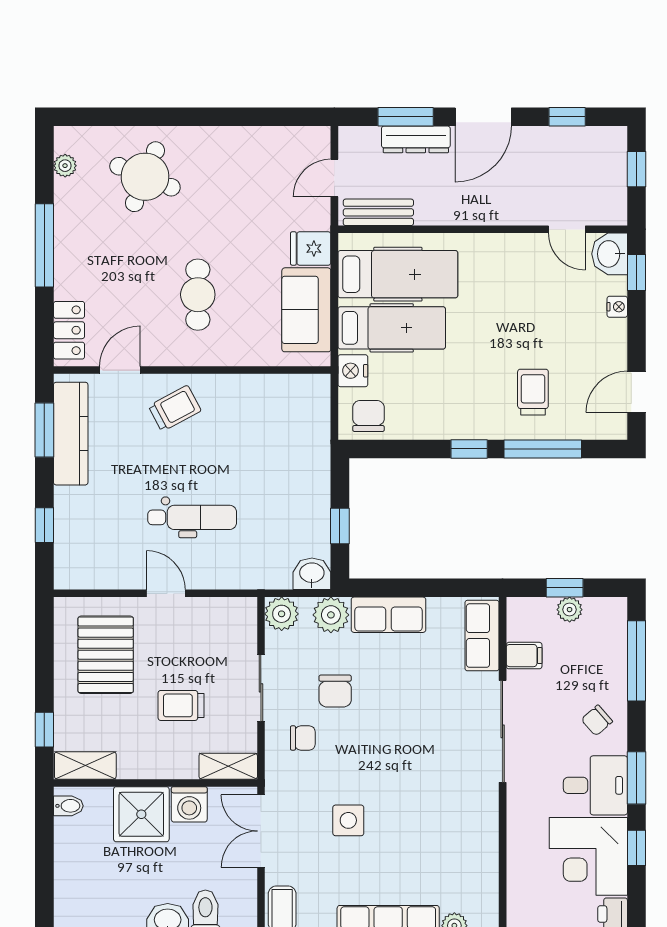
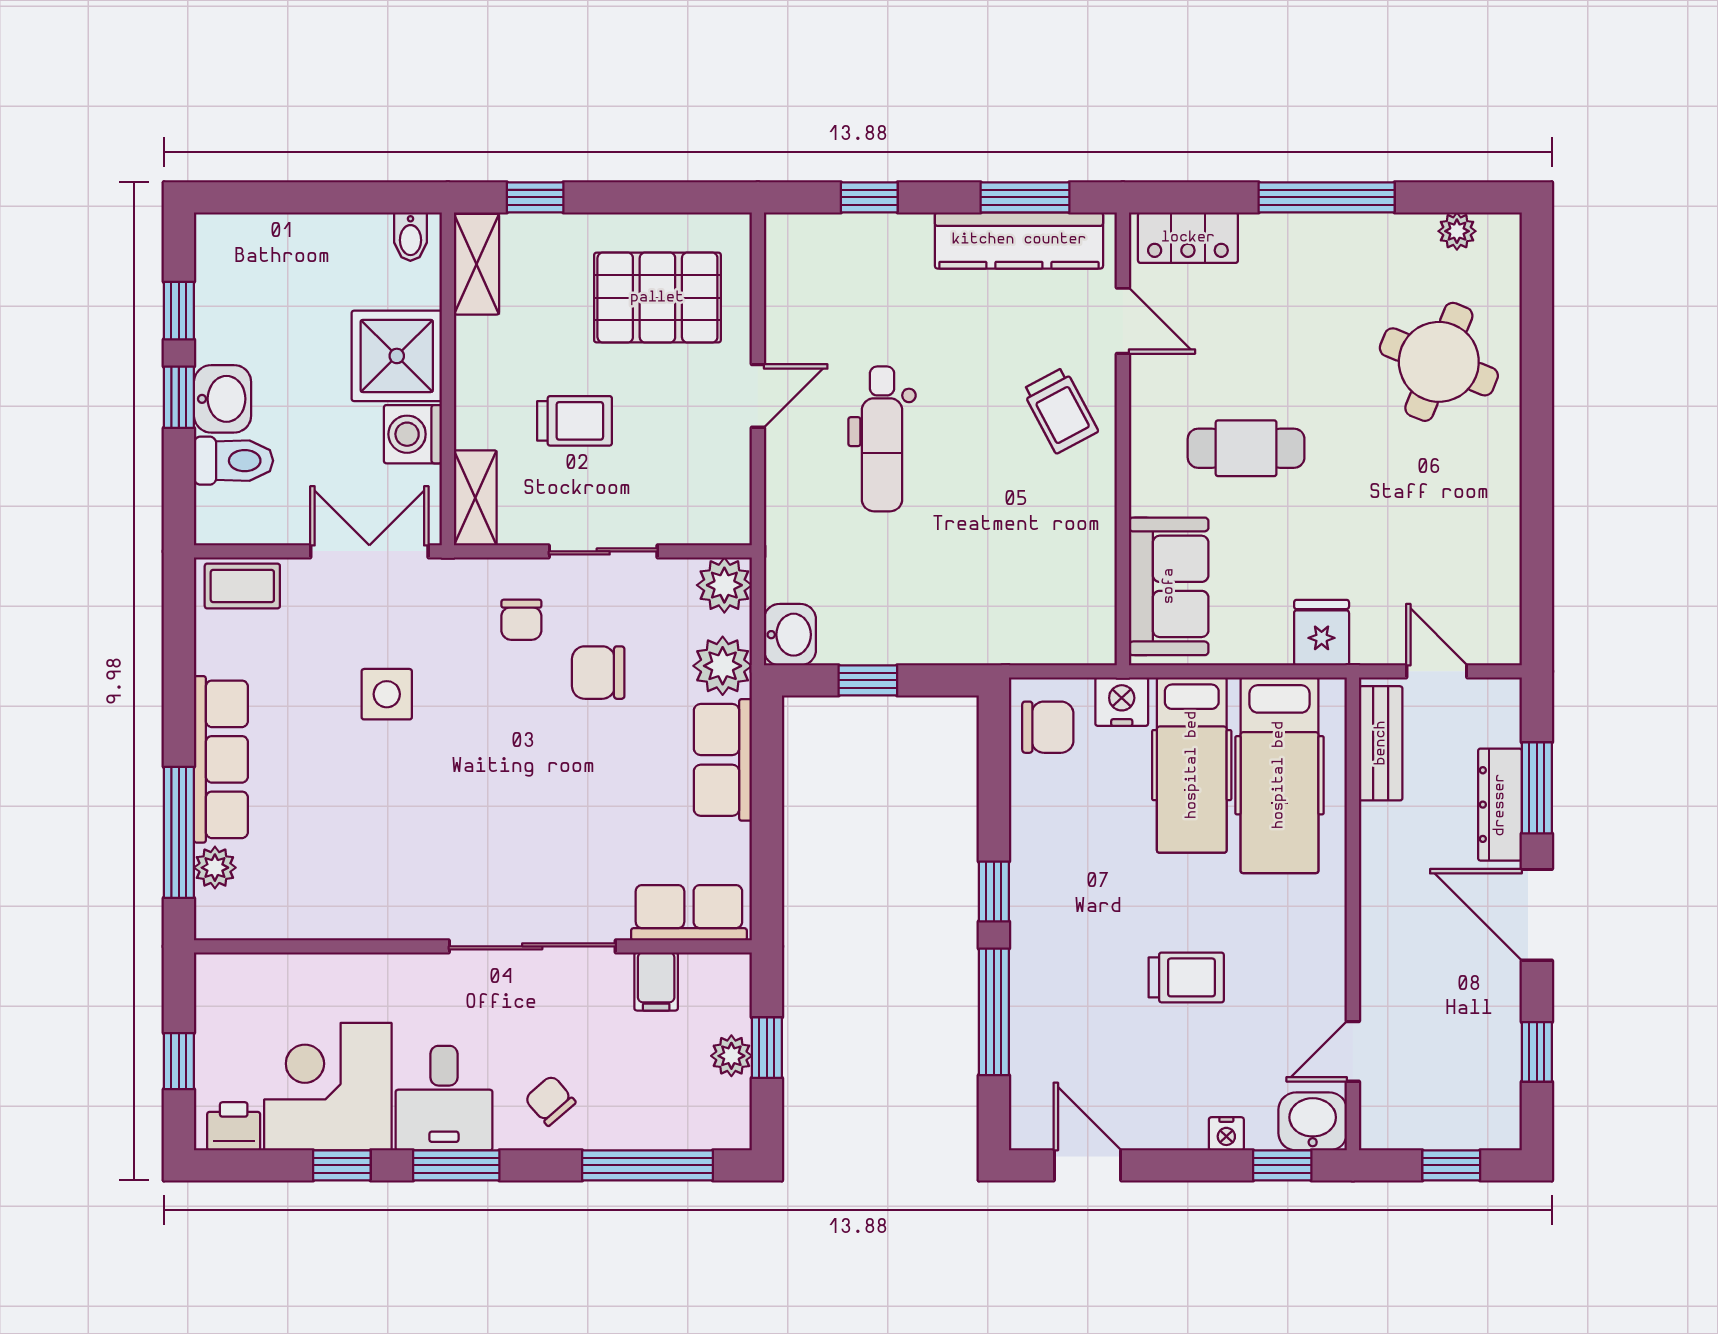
sofa: (306, 310) -> (1169, 586), moved, turned 90
trolley: (533, 392) -> (1186, 977), moved
trolley: (181, 705) -> (575, 421), turned 90

